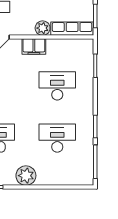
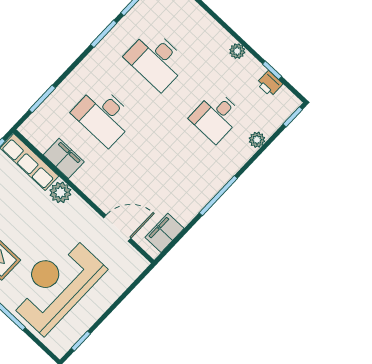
filing cabinet: (34, 46) -> (64, 158), moved
plant: (26, 176) -> (237, 51), width x0.53, depth x0.53

